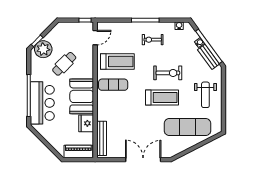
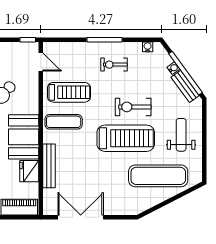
door: (95, 38) -> (41, 62), hinge flipped
exercise bike: (168, 73) -> (133, 107), turned 180
weight bench: (205, 95) -> (181, 135), turned 180
treadmill: (162, 98) -> (126, 138), width x1.37, depth x1.38
bench: (102, 138) -> (49, 166), moved
double door: (143, 160) -> (81, 217), moved

